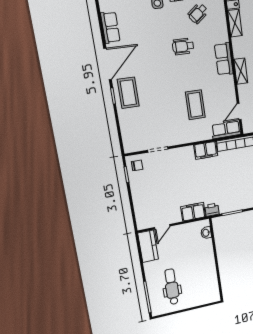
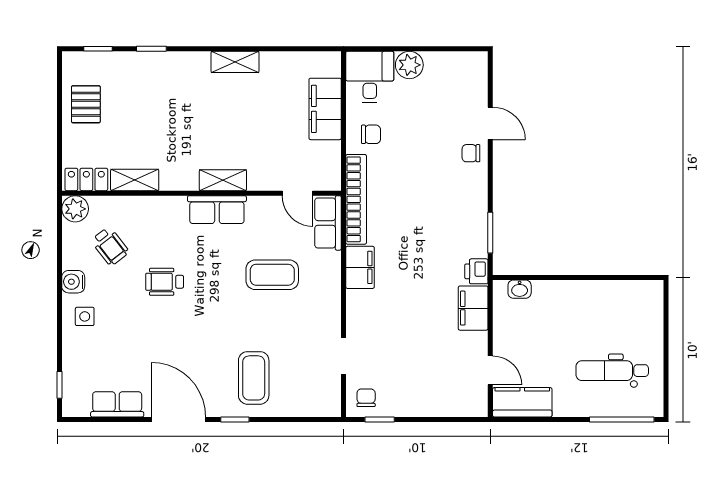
wheelchair: (183, 46) -> (165, 282), turned 90
row of seats: (224, 59) -> (217, 210), moved
coffee table: (128, 93) -> (254, 378), moved, turned 90

